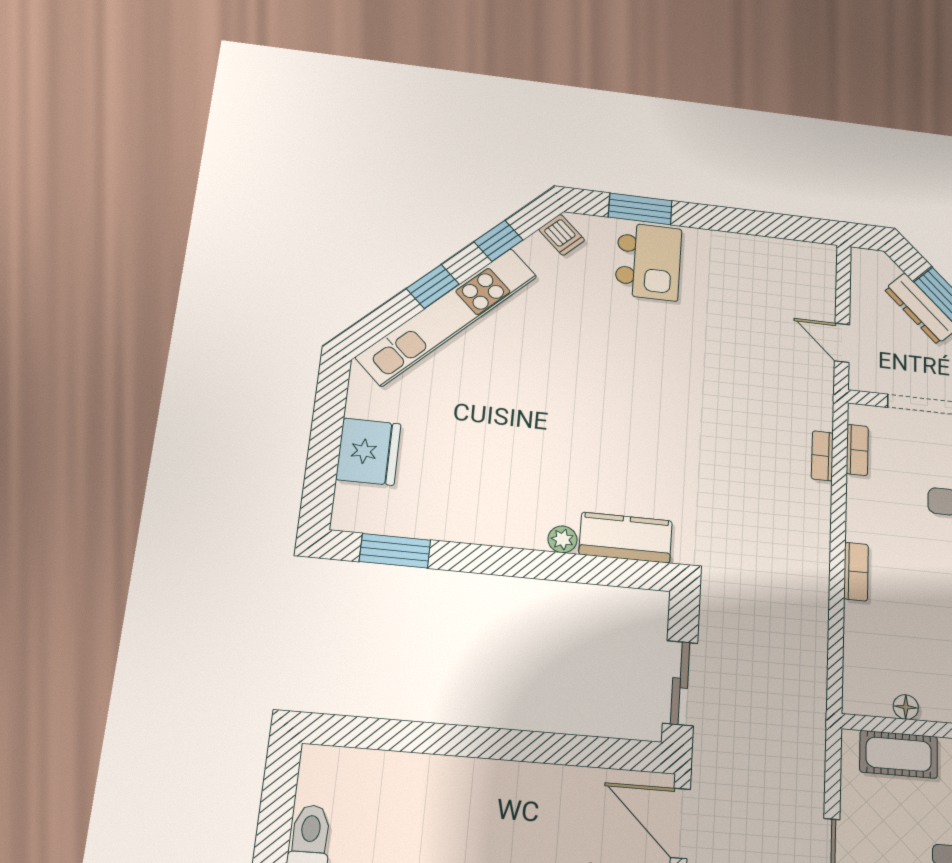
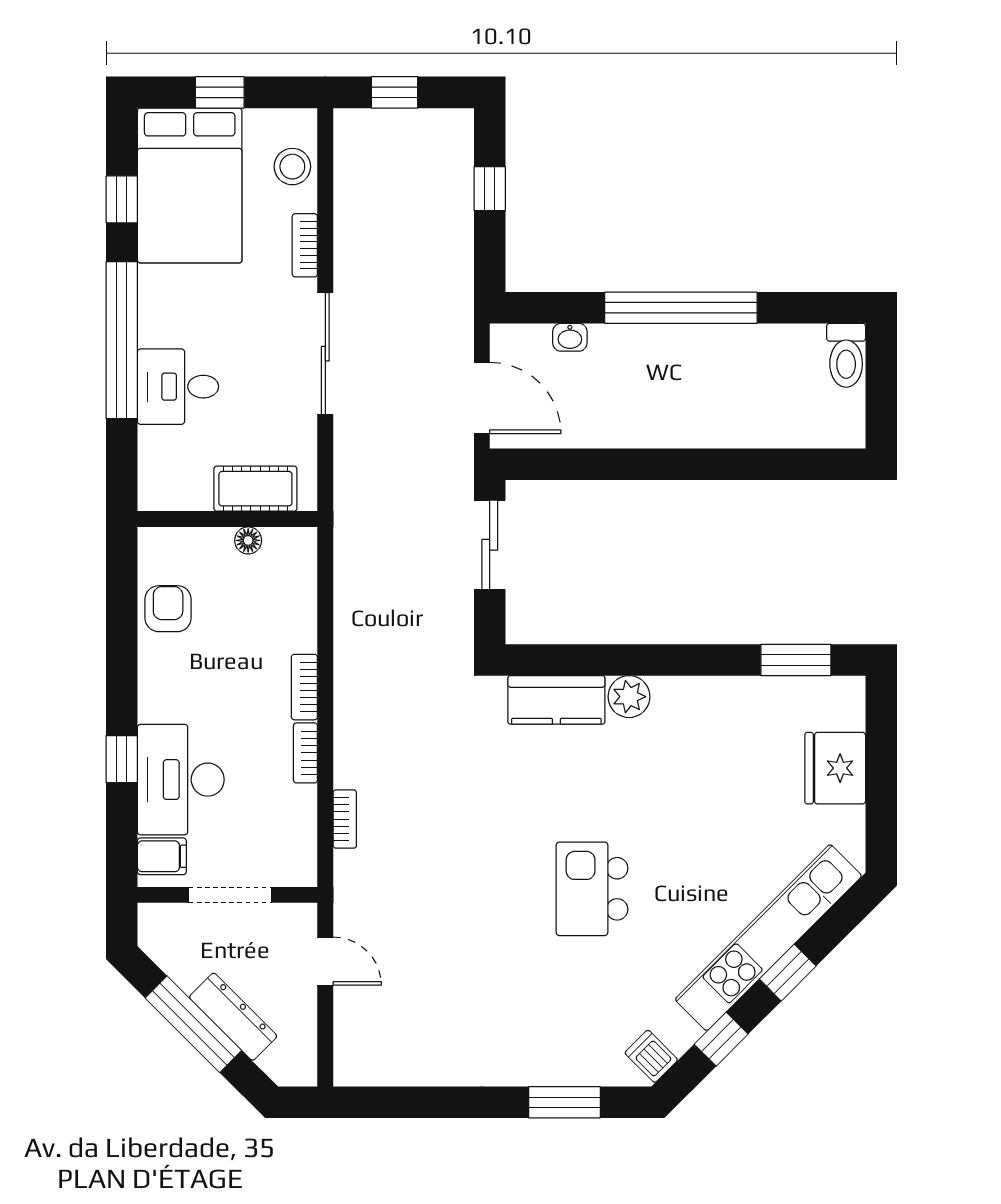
kitchen island: (648, 262) -> (592, 889), moved
bookcase: (857, 450) -> (305, 753), moved
plant: (562, 539) -> (629, 697), width x1.38, depth x1.38

